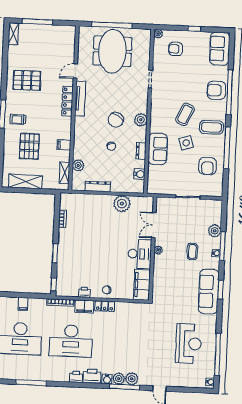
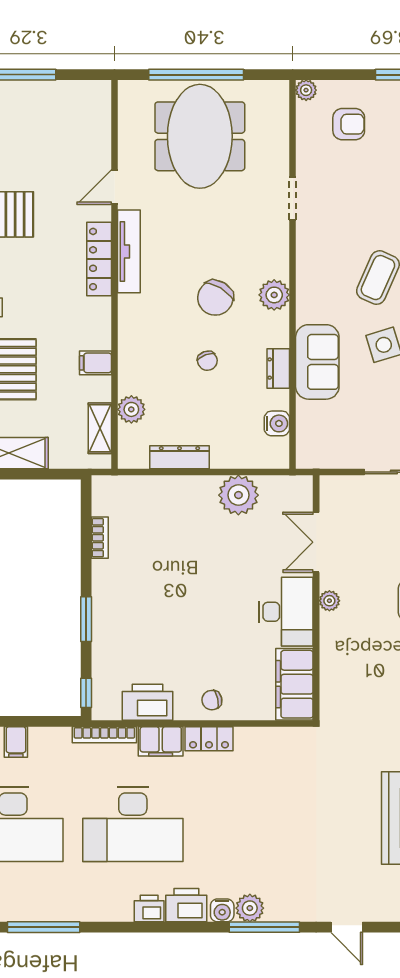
armchair: (176, 49) -> (349, 124), turned 180
printer: (84, 292) -> (148, 702), width x1.87, depth x1.48
plant: (132, 379) -> (281, 907), removed

